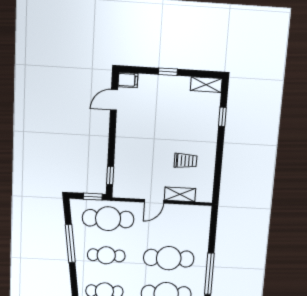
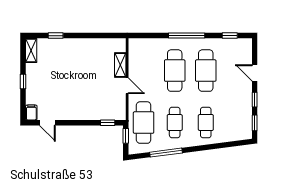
trolley: (186, 161) -> (92, 62), removed

